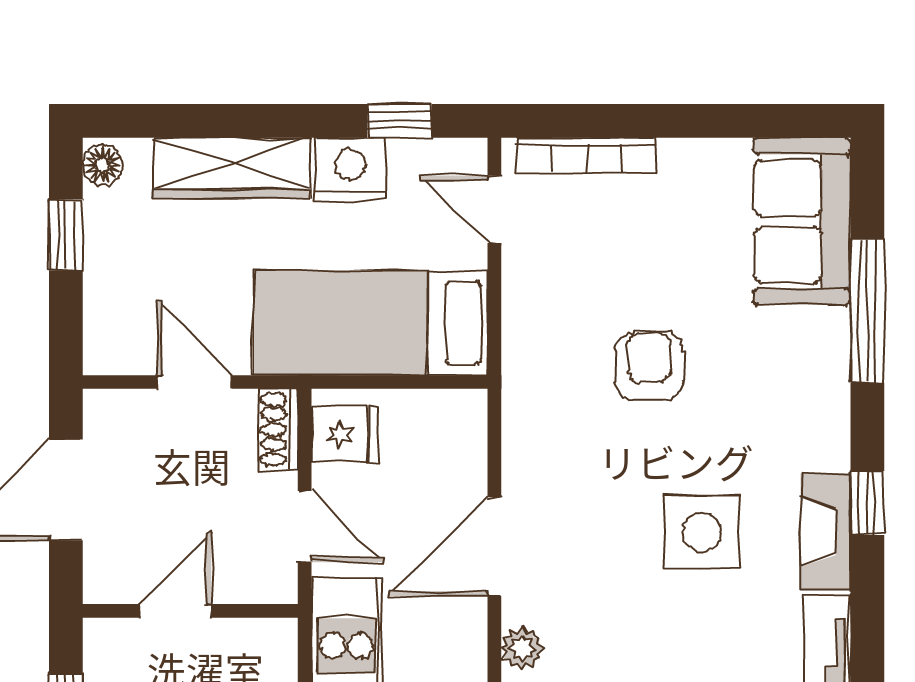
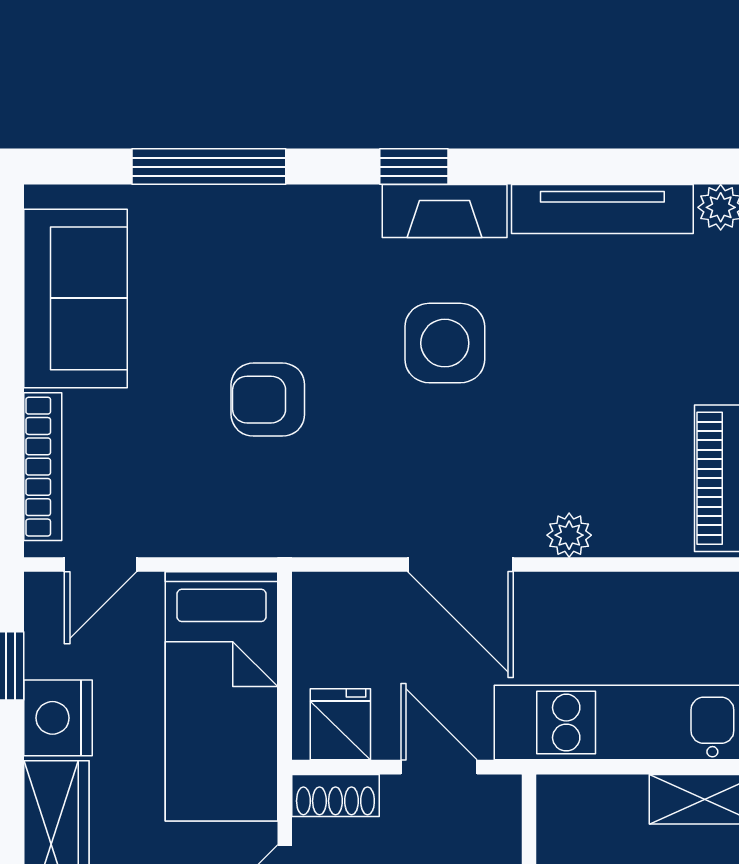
sofa: (802, 221) -> (76, 298), moved, turned -90
door: (305, 526) -> (439, 767), hinge flipped

